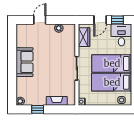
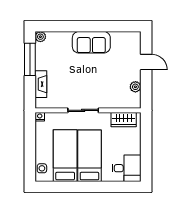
door: (100, 20) -> (146, 141), removed
window: (117, 20) -> (146, 163), removed
window: (38, 109) -> (30, 59), width x2.17

